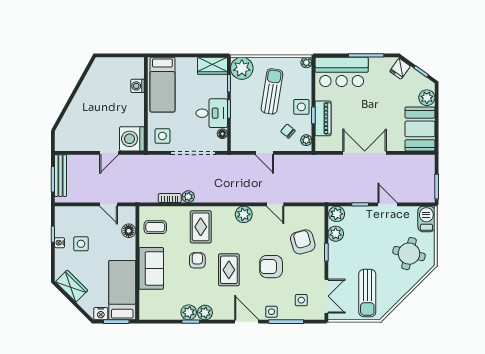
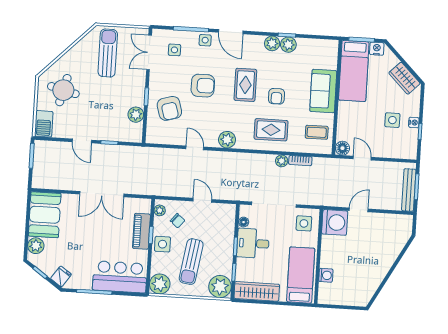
plant: (306, 63) -> (160, 284), width x1.88, depth x1.88
wardrobe: (212, 66) -> (257, 291), width x1.50
plant: (337, 214) -> (134, 134), removed
rug: (201, 227) -> (271, 130), turned 90
floor lamp: (129, 231) -> (342, 148), moved

